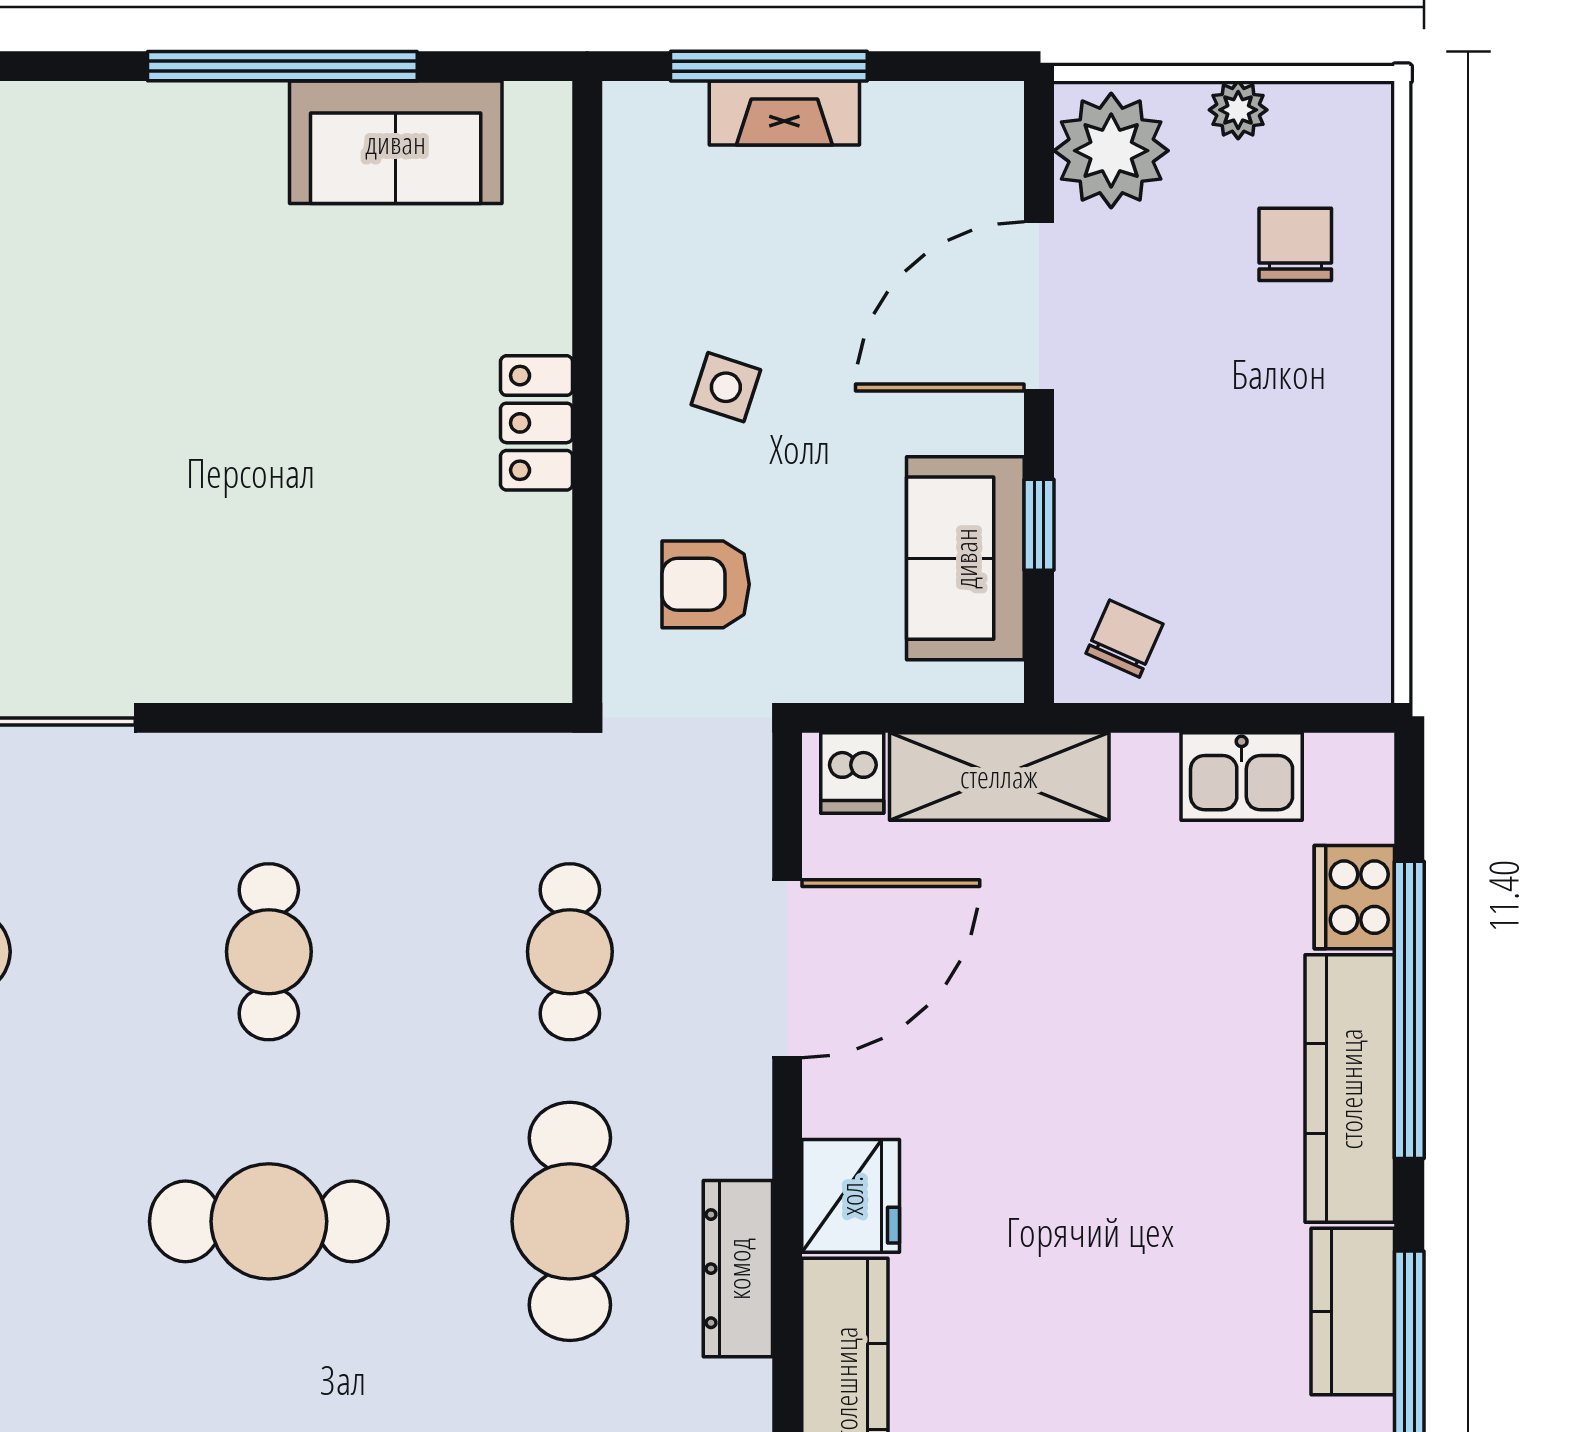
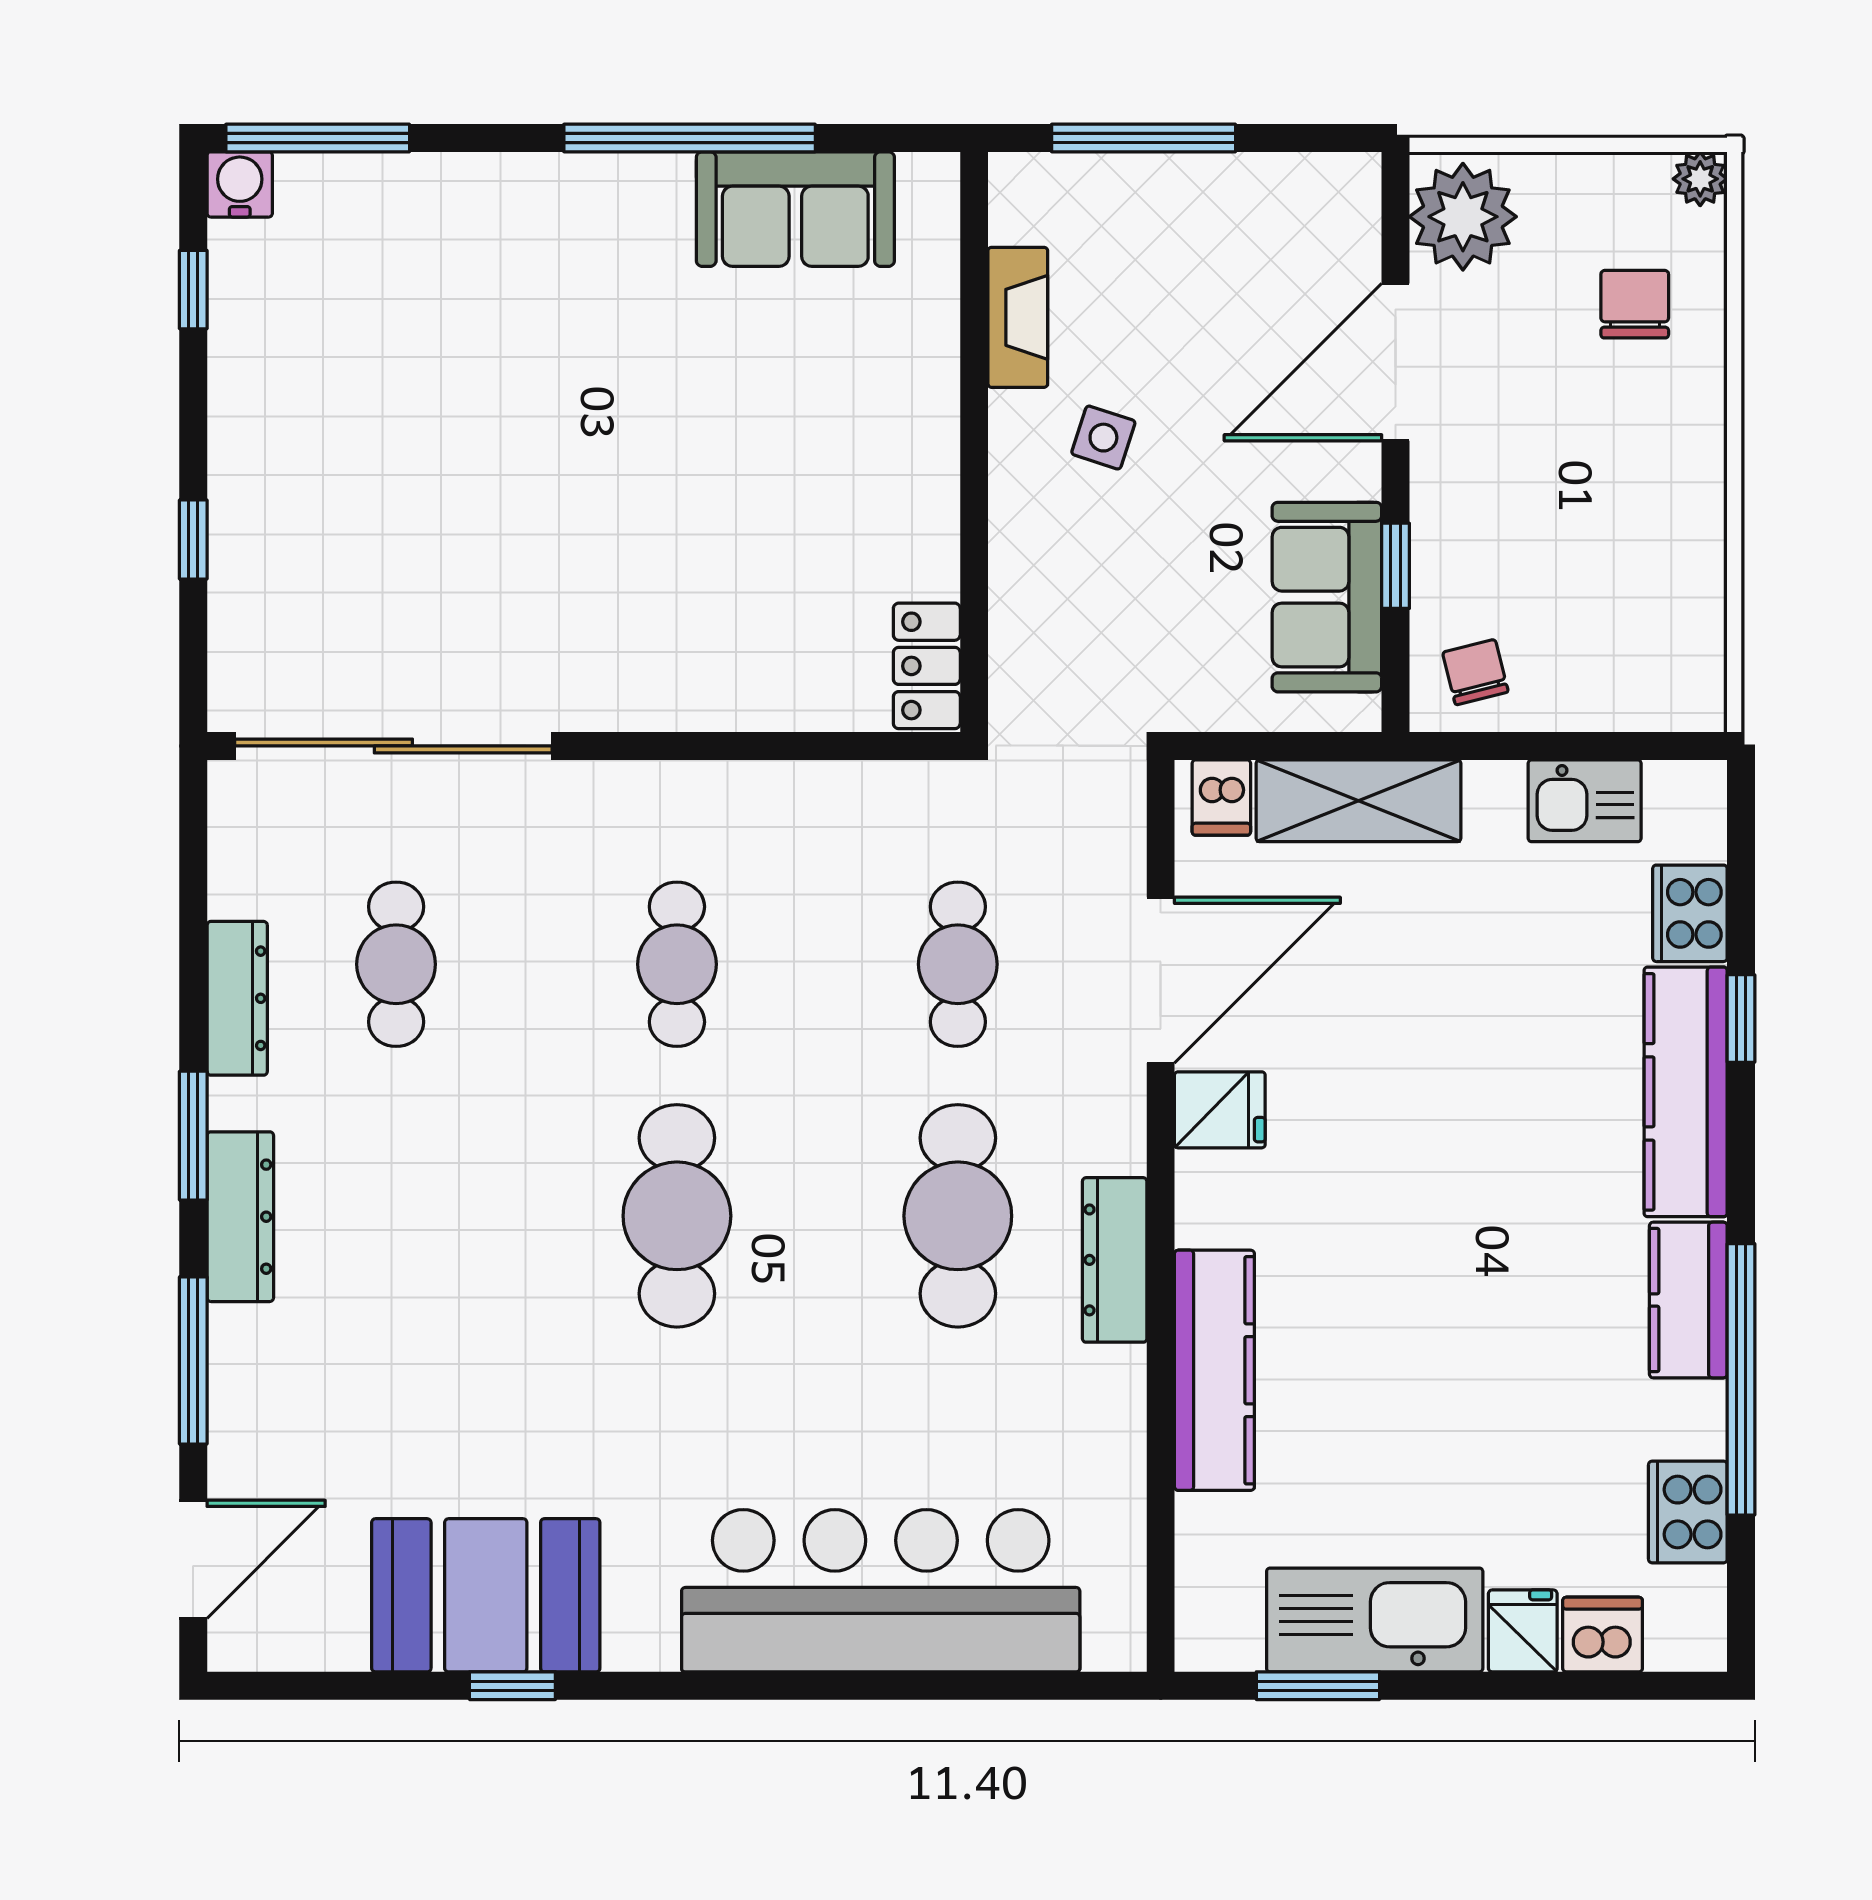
plant: (1238, 110) -> (1700, 179), moved
fireplace: (784, 113) -> (1018, 317), moved, turned -90
locker: (537, 423) -> (927, 666), moved
armchair: (706, 584) -> (1085, 621), removed
chair: (1124, 639) -> (1475, 672), turned -38
window: (1409, 1010) -> (1741, 1019), width x0.32
fridge: (851, 1196) -> (1220, 1110), moved, width x0.72
cafe table: (269, 1221) -> (677, 1216), turned 90

